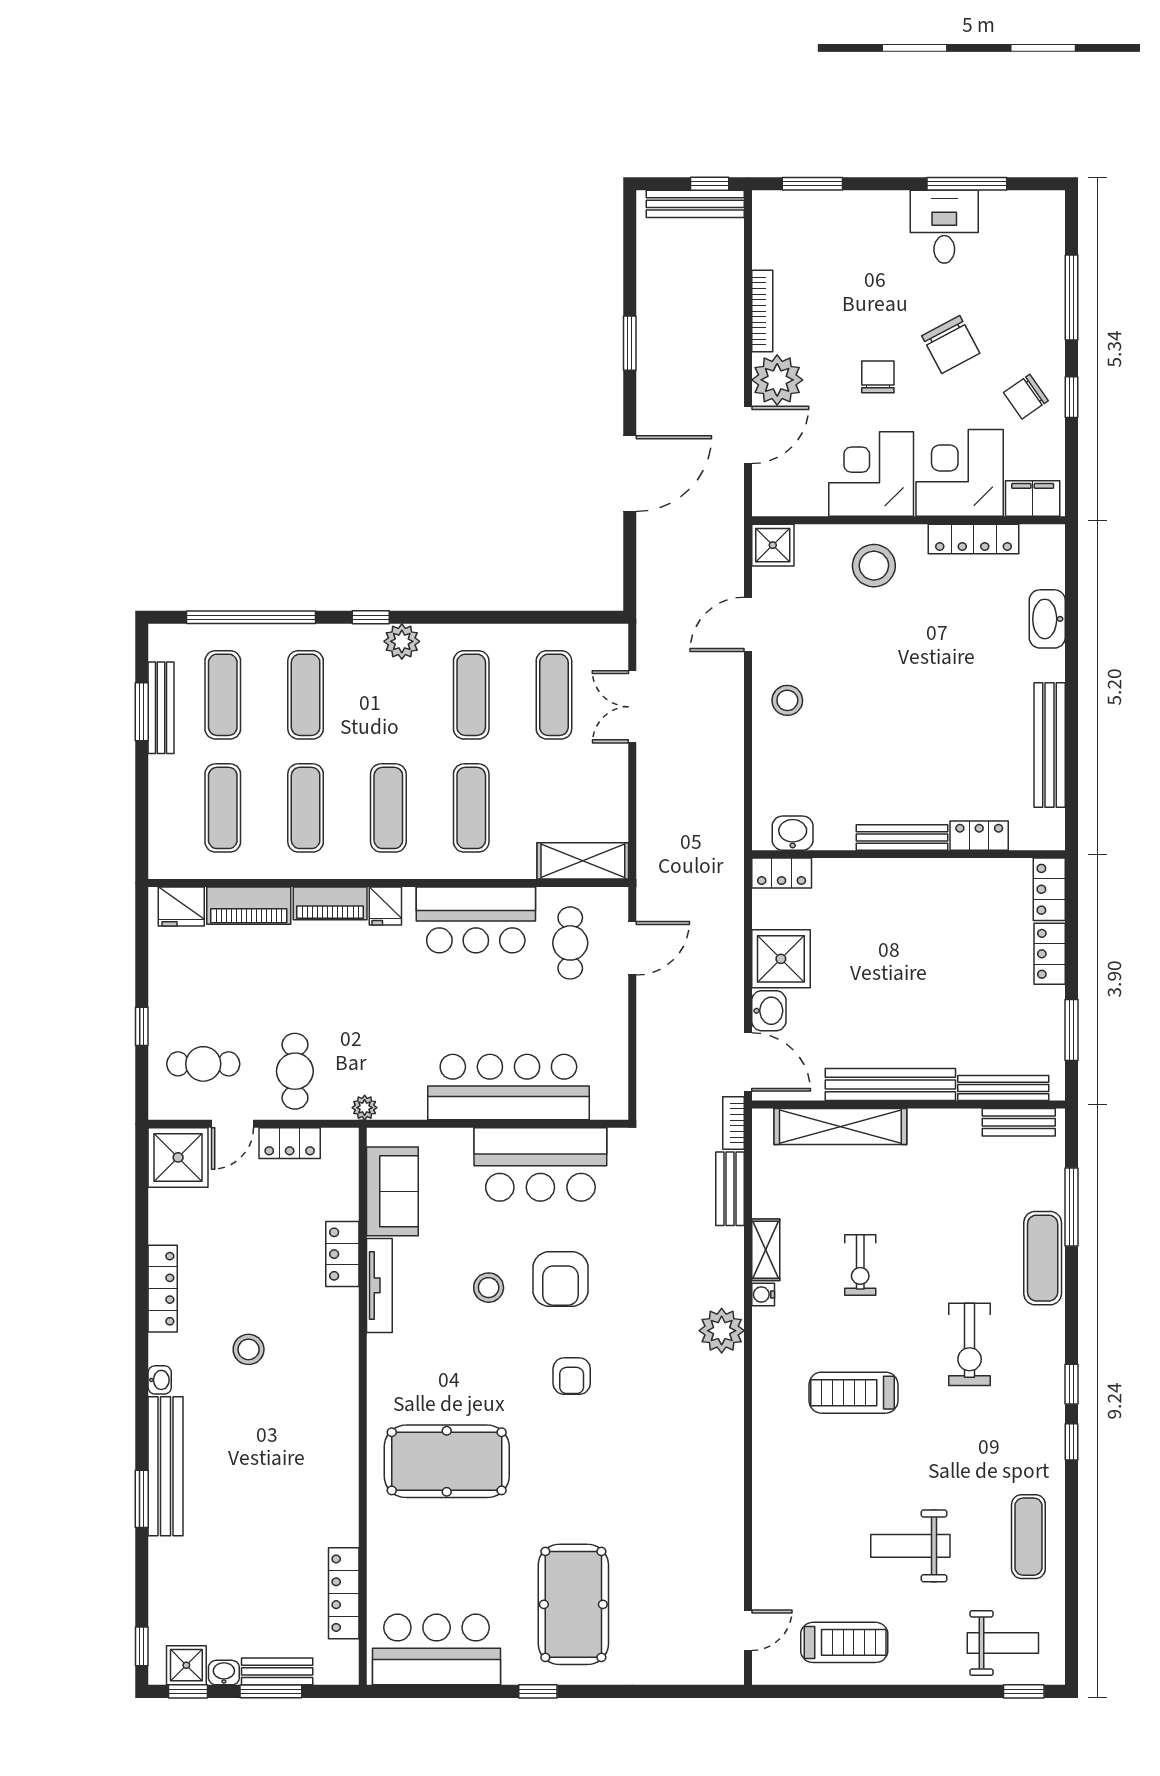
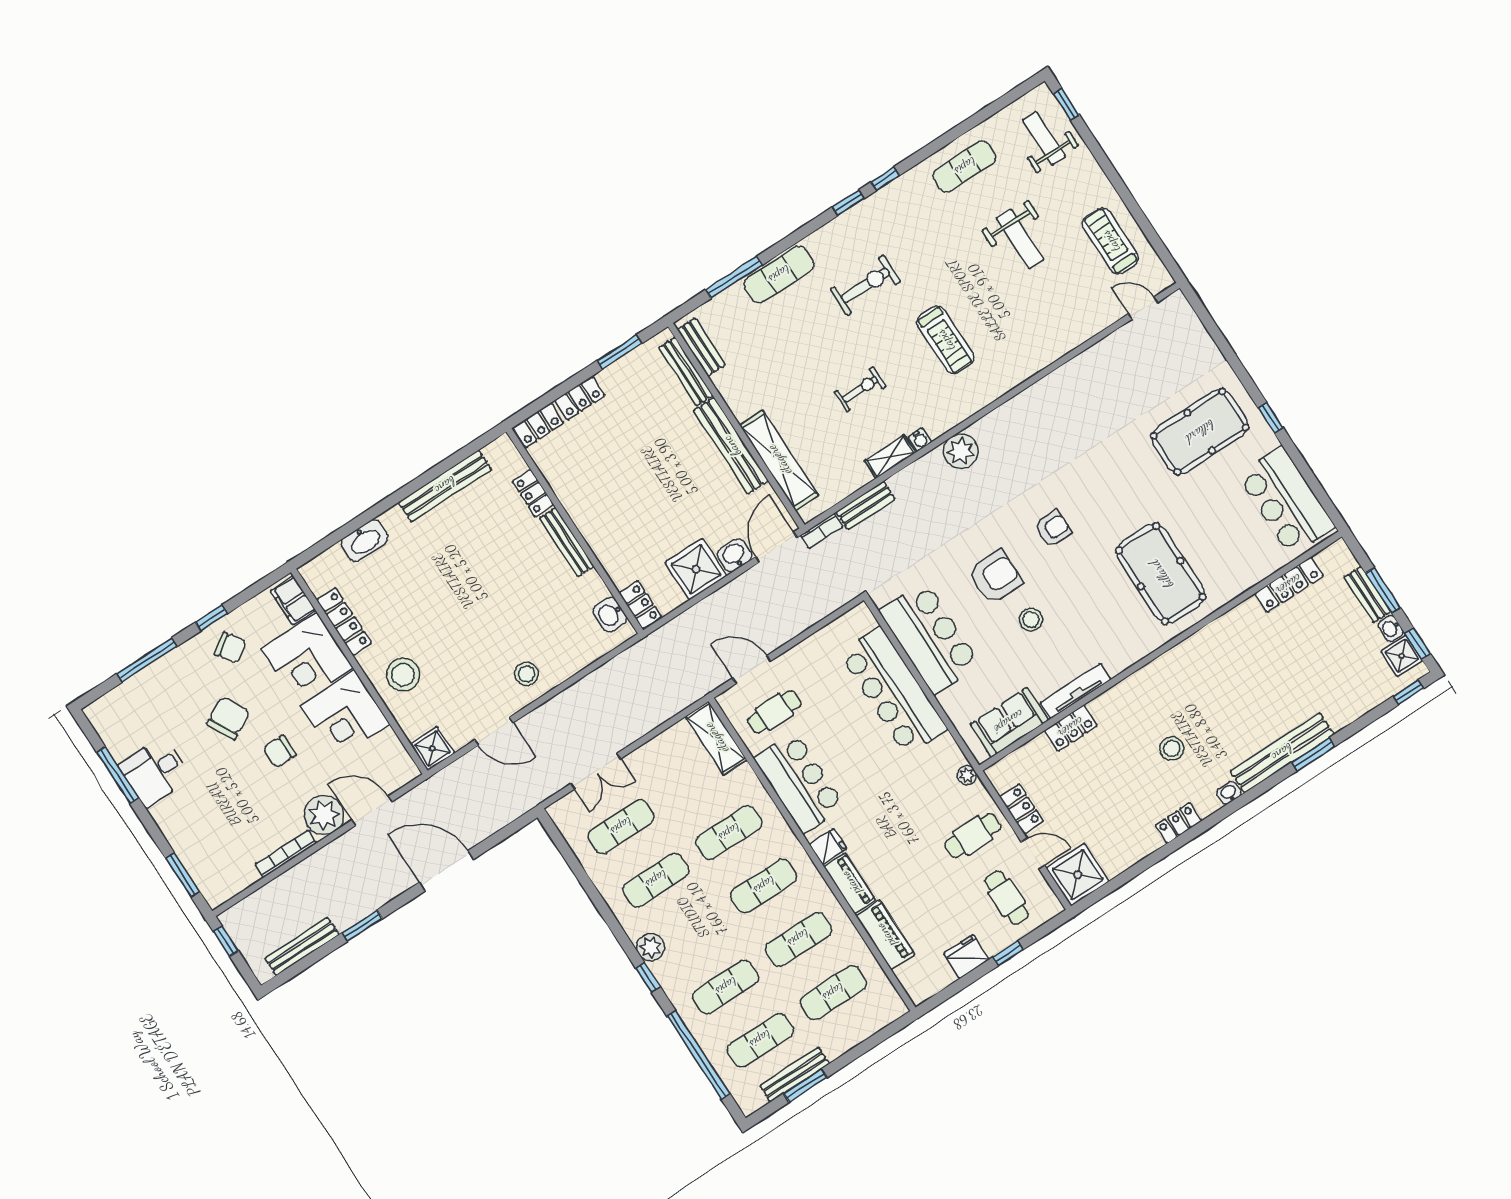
bench: (695, 204) -> (302, 946), moved, turned 90
fridge: (181, 907) -> (966, 956), moved, turned -90
locker: (163, 1289) -> (1178, 823), width x0.66

